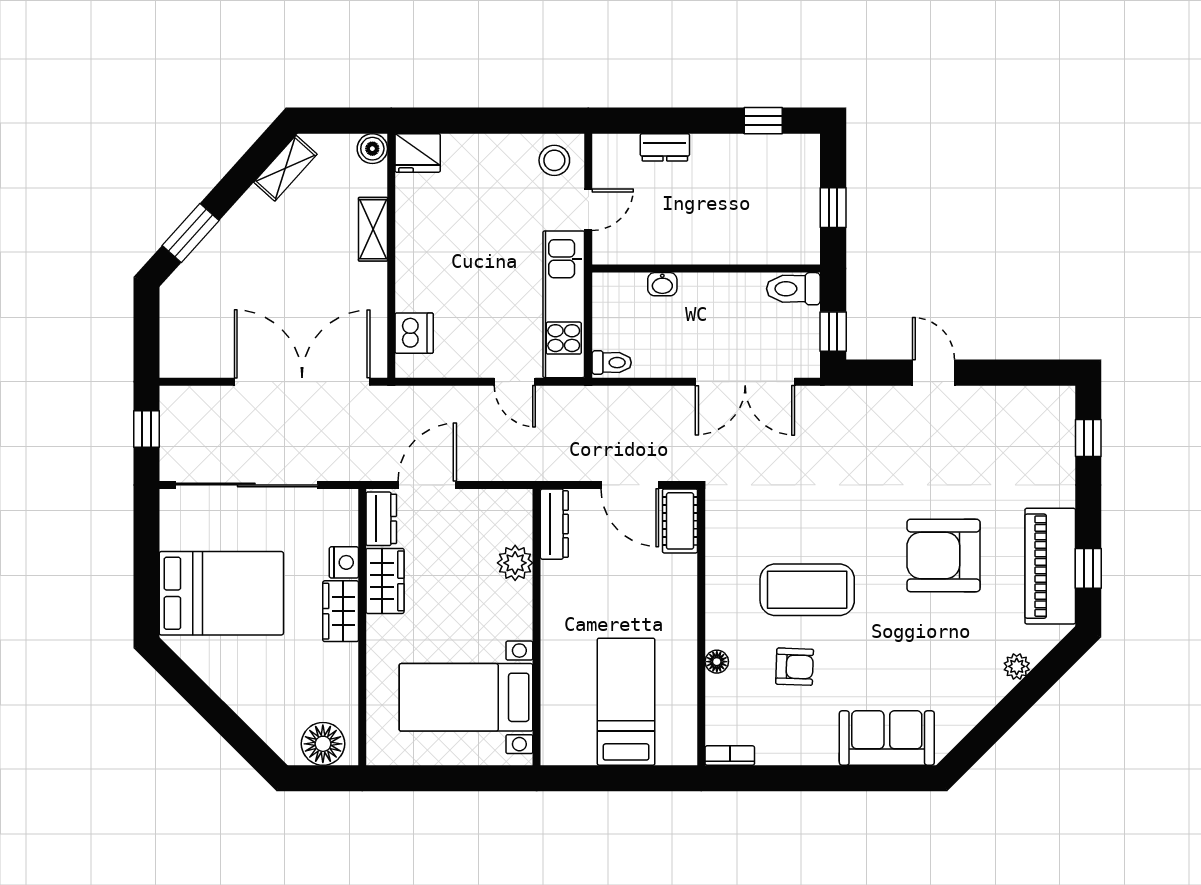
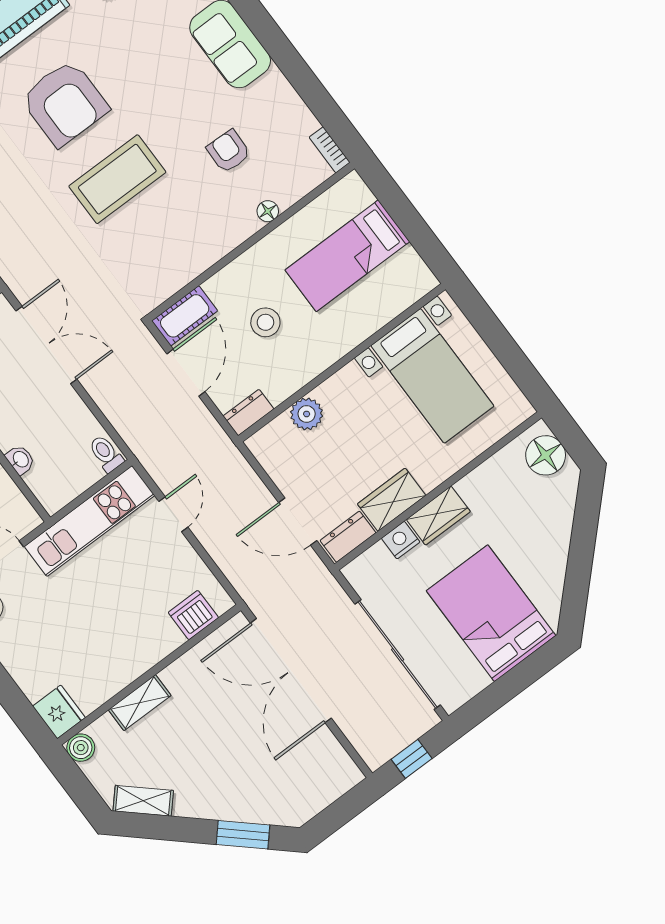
dresser: (554, 524) -> (248, 413), width x0.70
stool: (622, 587) -> (265, 322), added
coffee table: (807, 590) -> (117, 179), moved, turned 90

